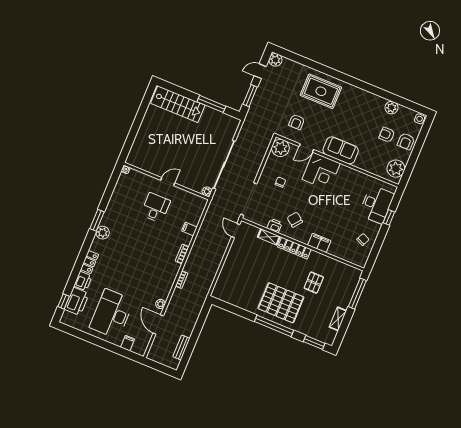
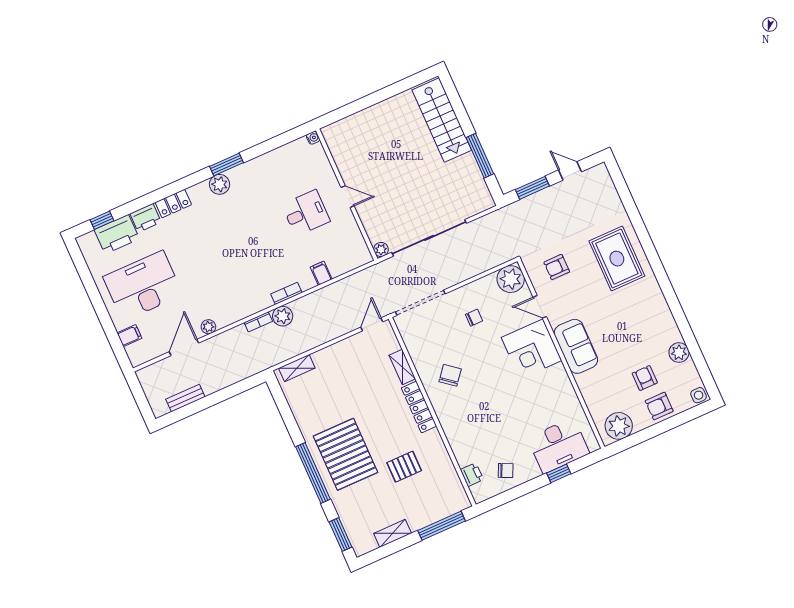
plant: (275, 60) -> (283, 316), moved
printer: (274, 226) -> (472, 475), moved
filing cabinet: (319, 243) -> (453, 428), removed
shelving: (220, 284) -> (297, 368), added

